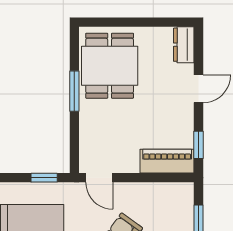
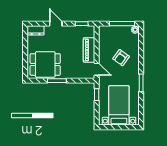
piano: (167, 161) -> (89, 50), moved
door: (99, 178) -> (97, 69), hinge flipped

